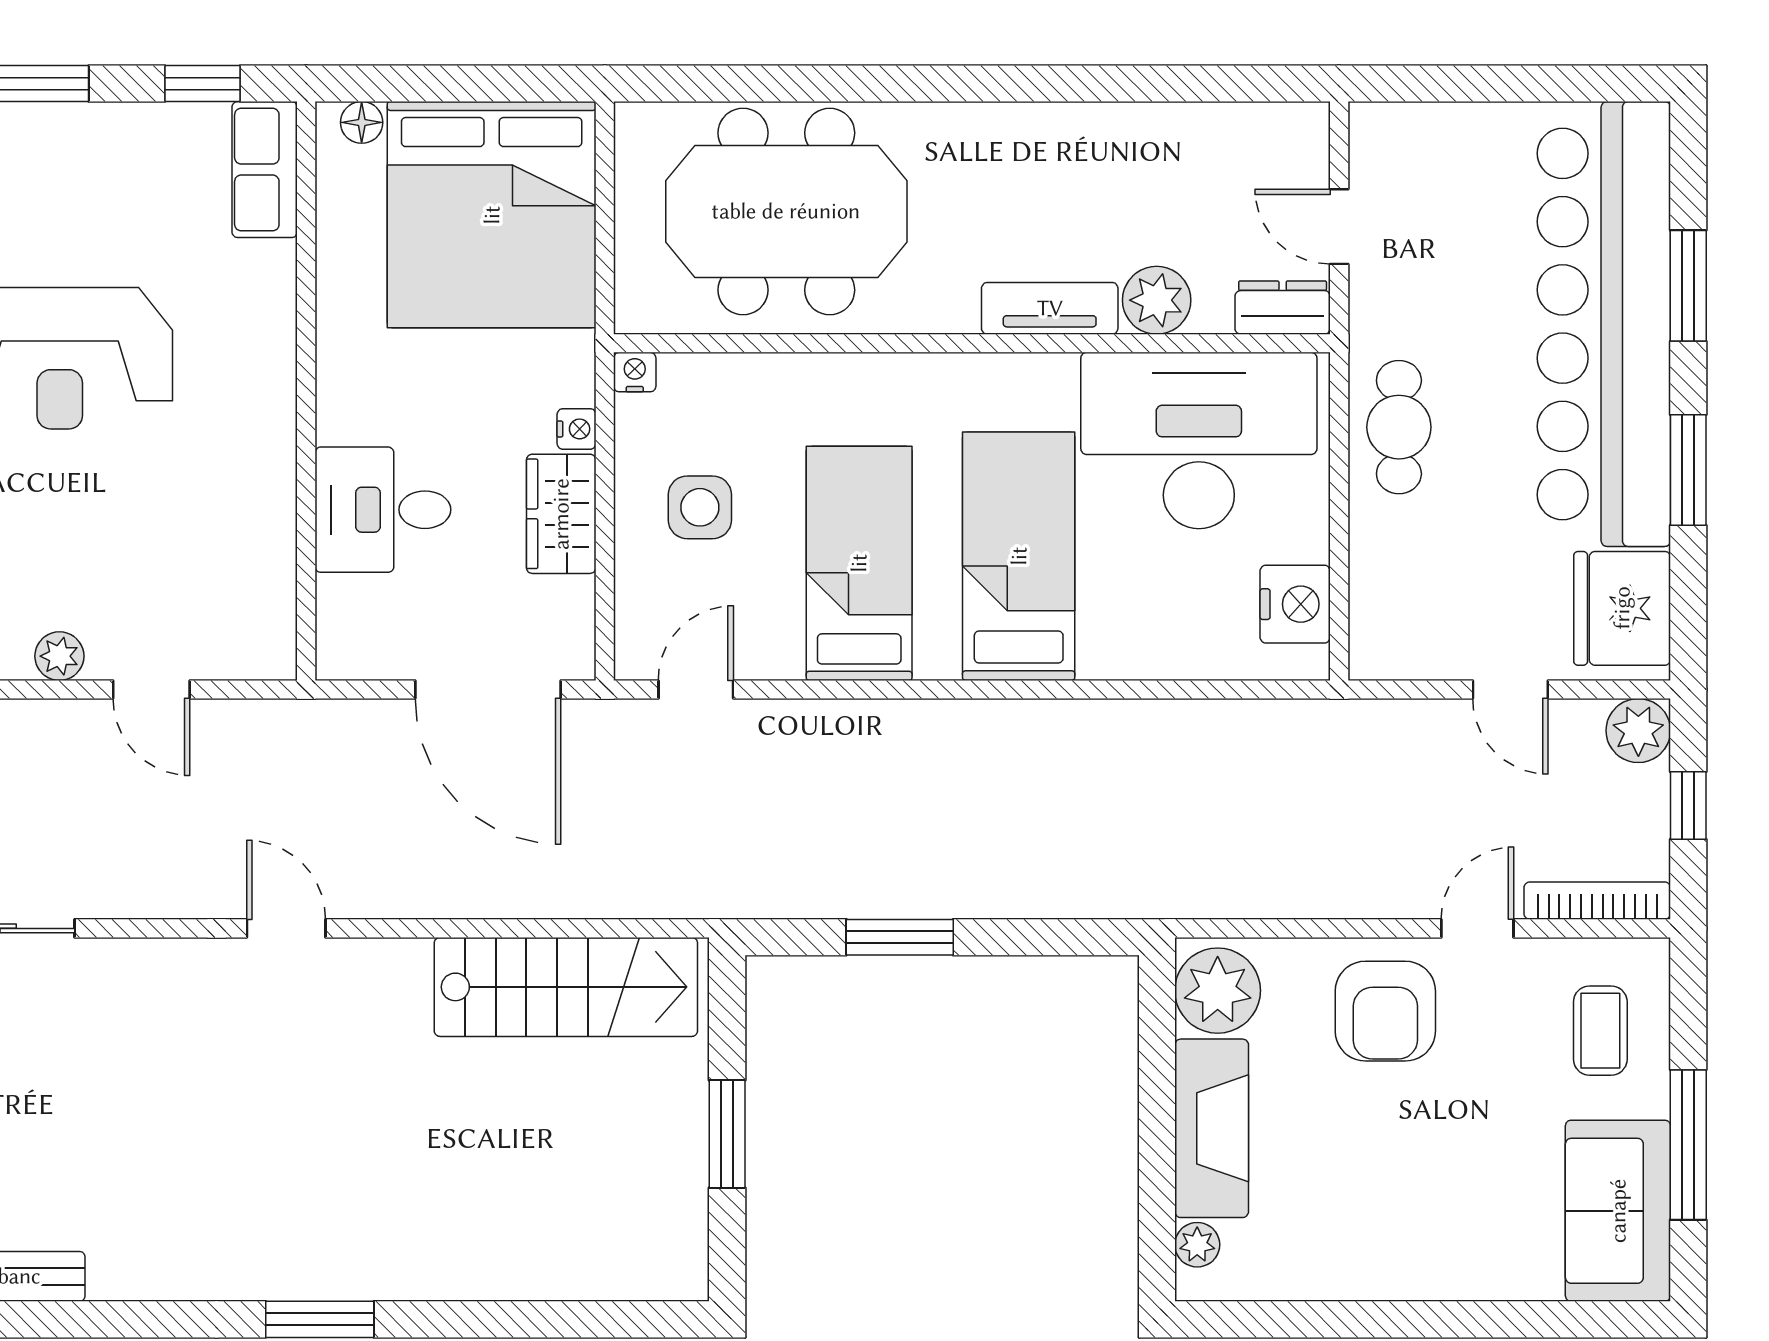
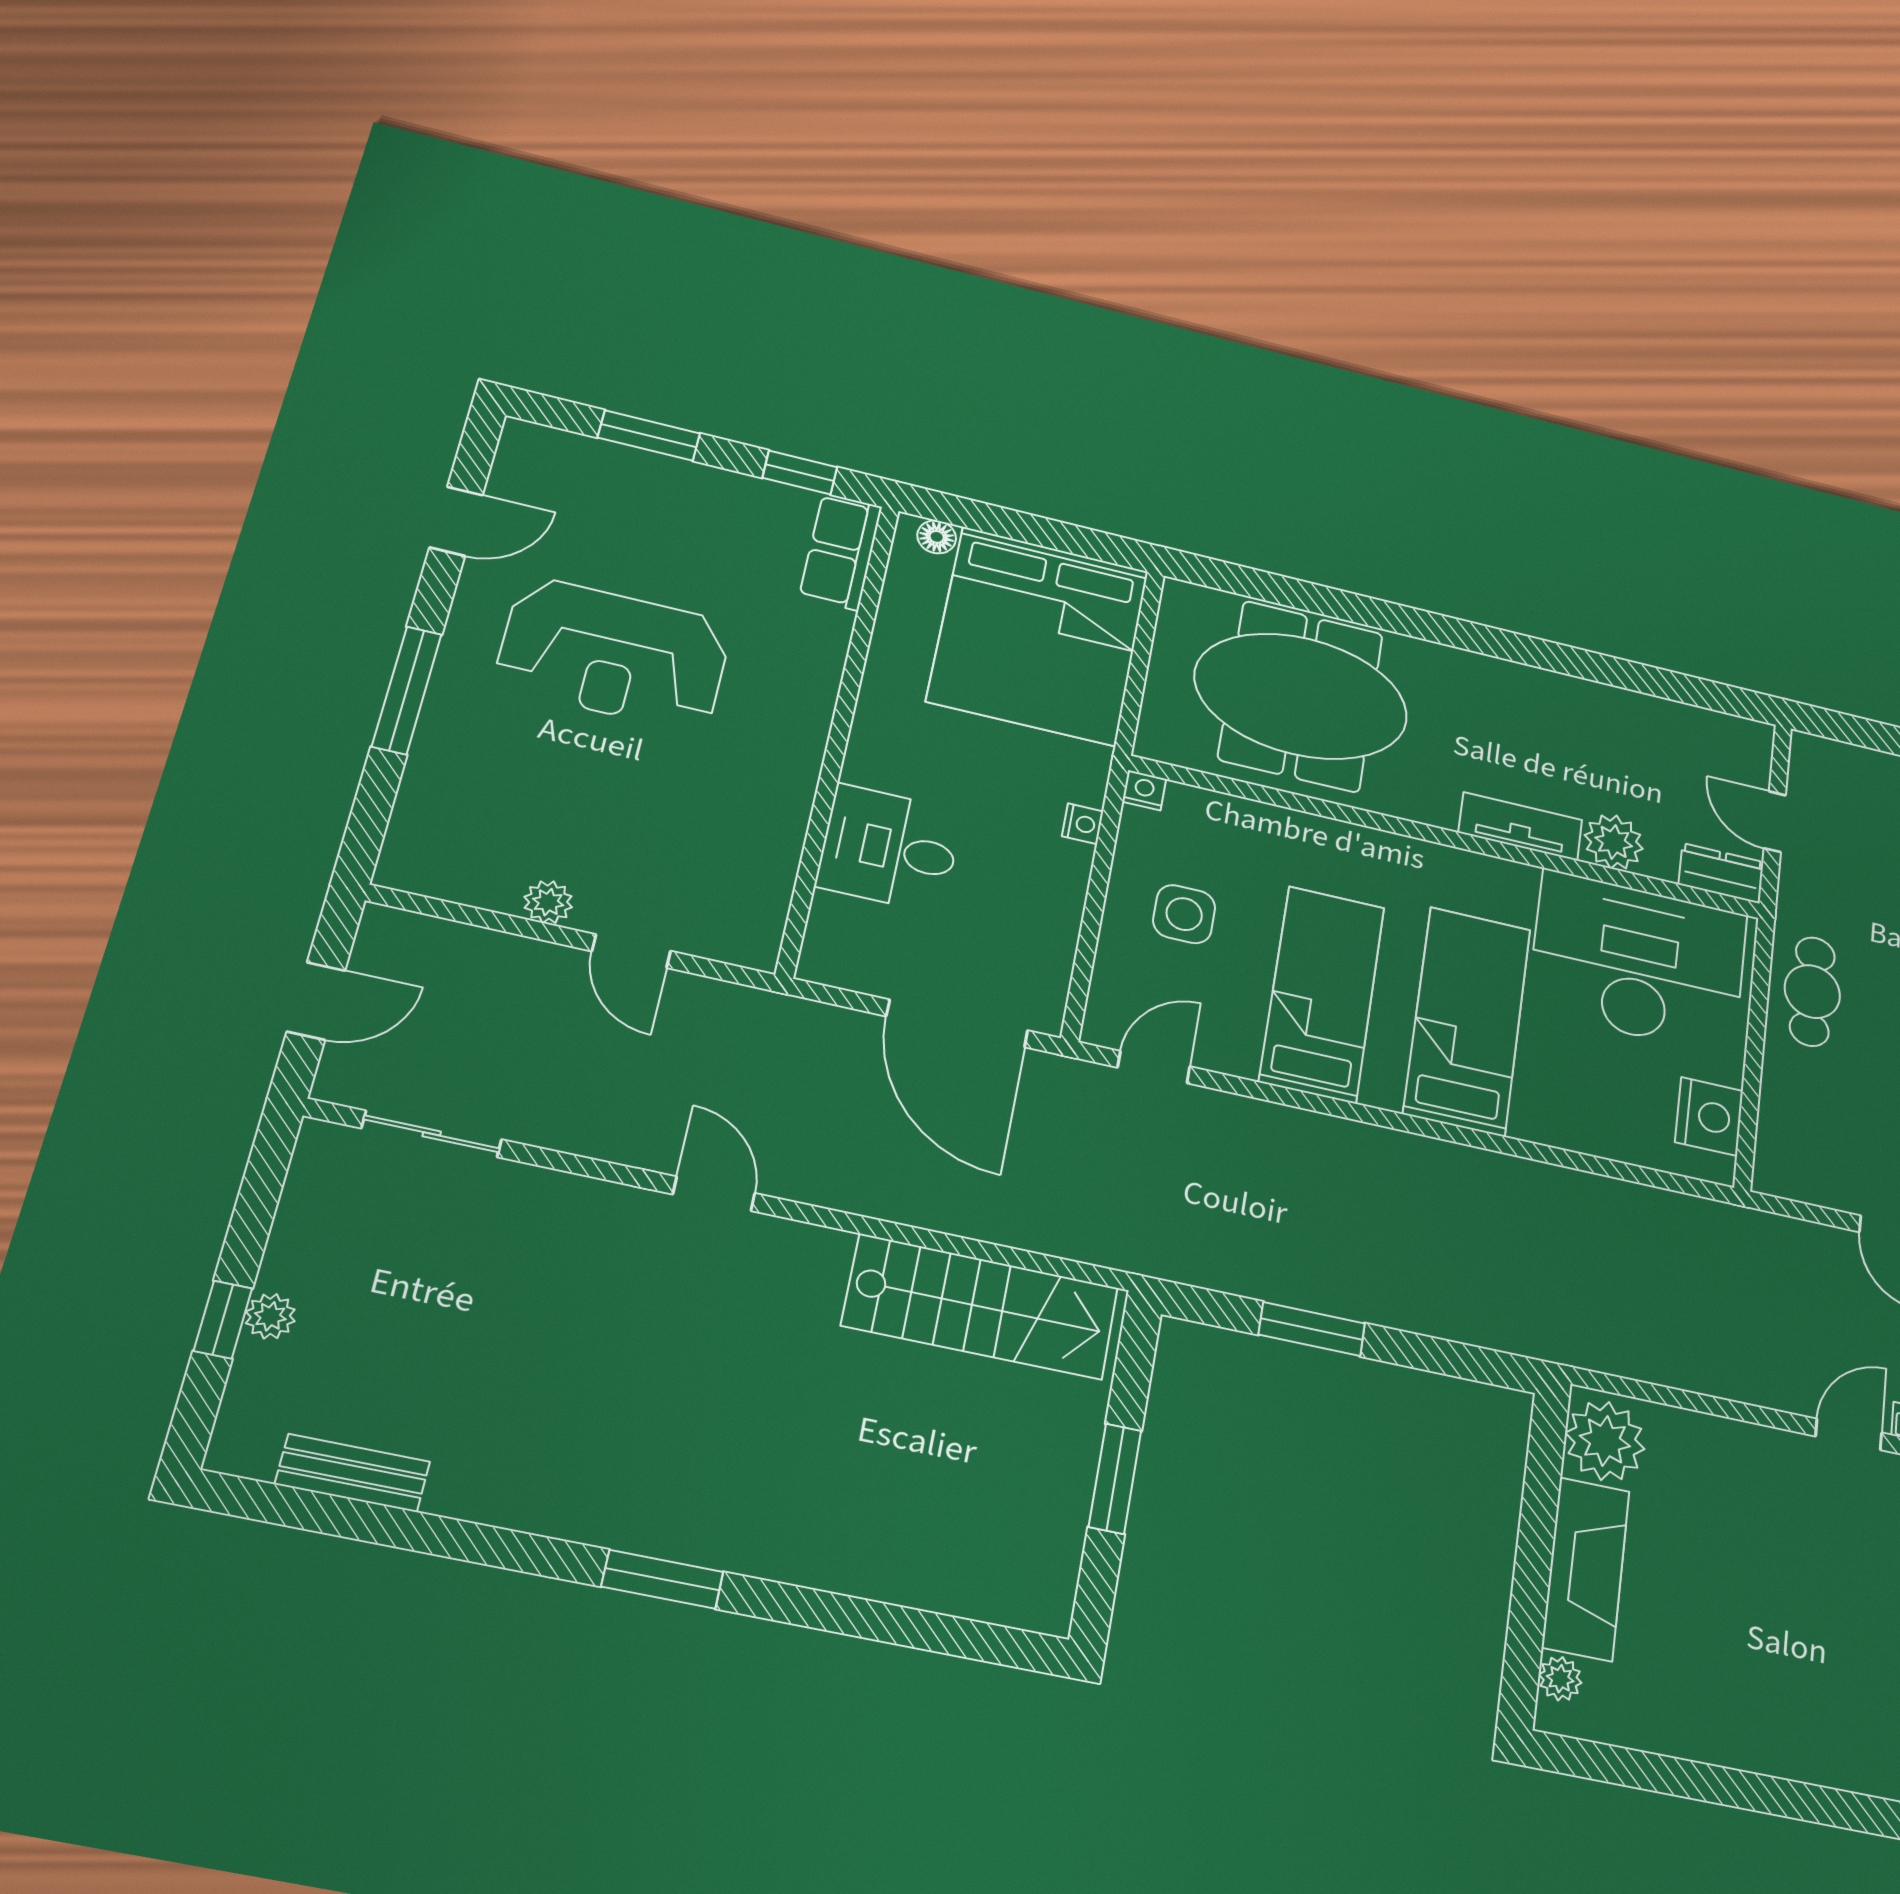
wardrobe: (561, 514) -> (1055, 890), removed
armchair: (1385, 1011) -> (1759, 1492), removed

